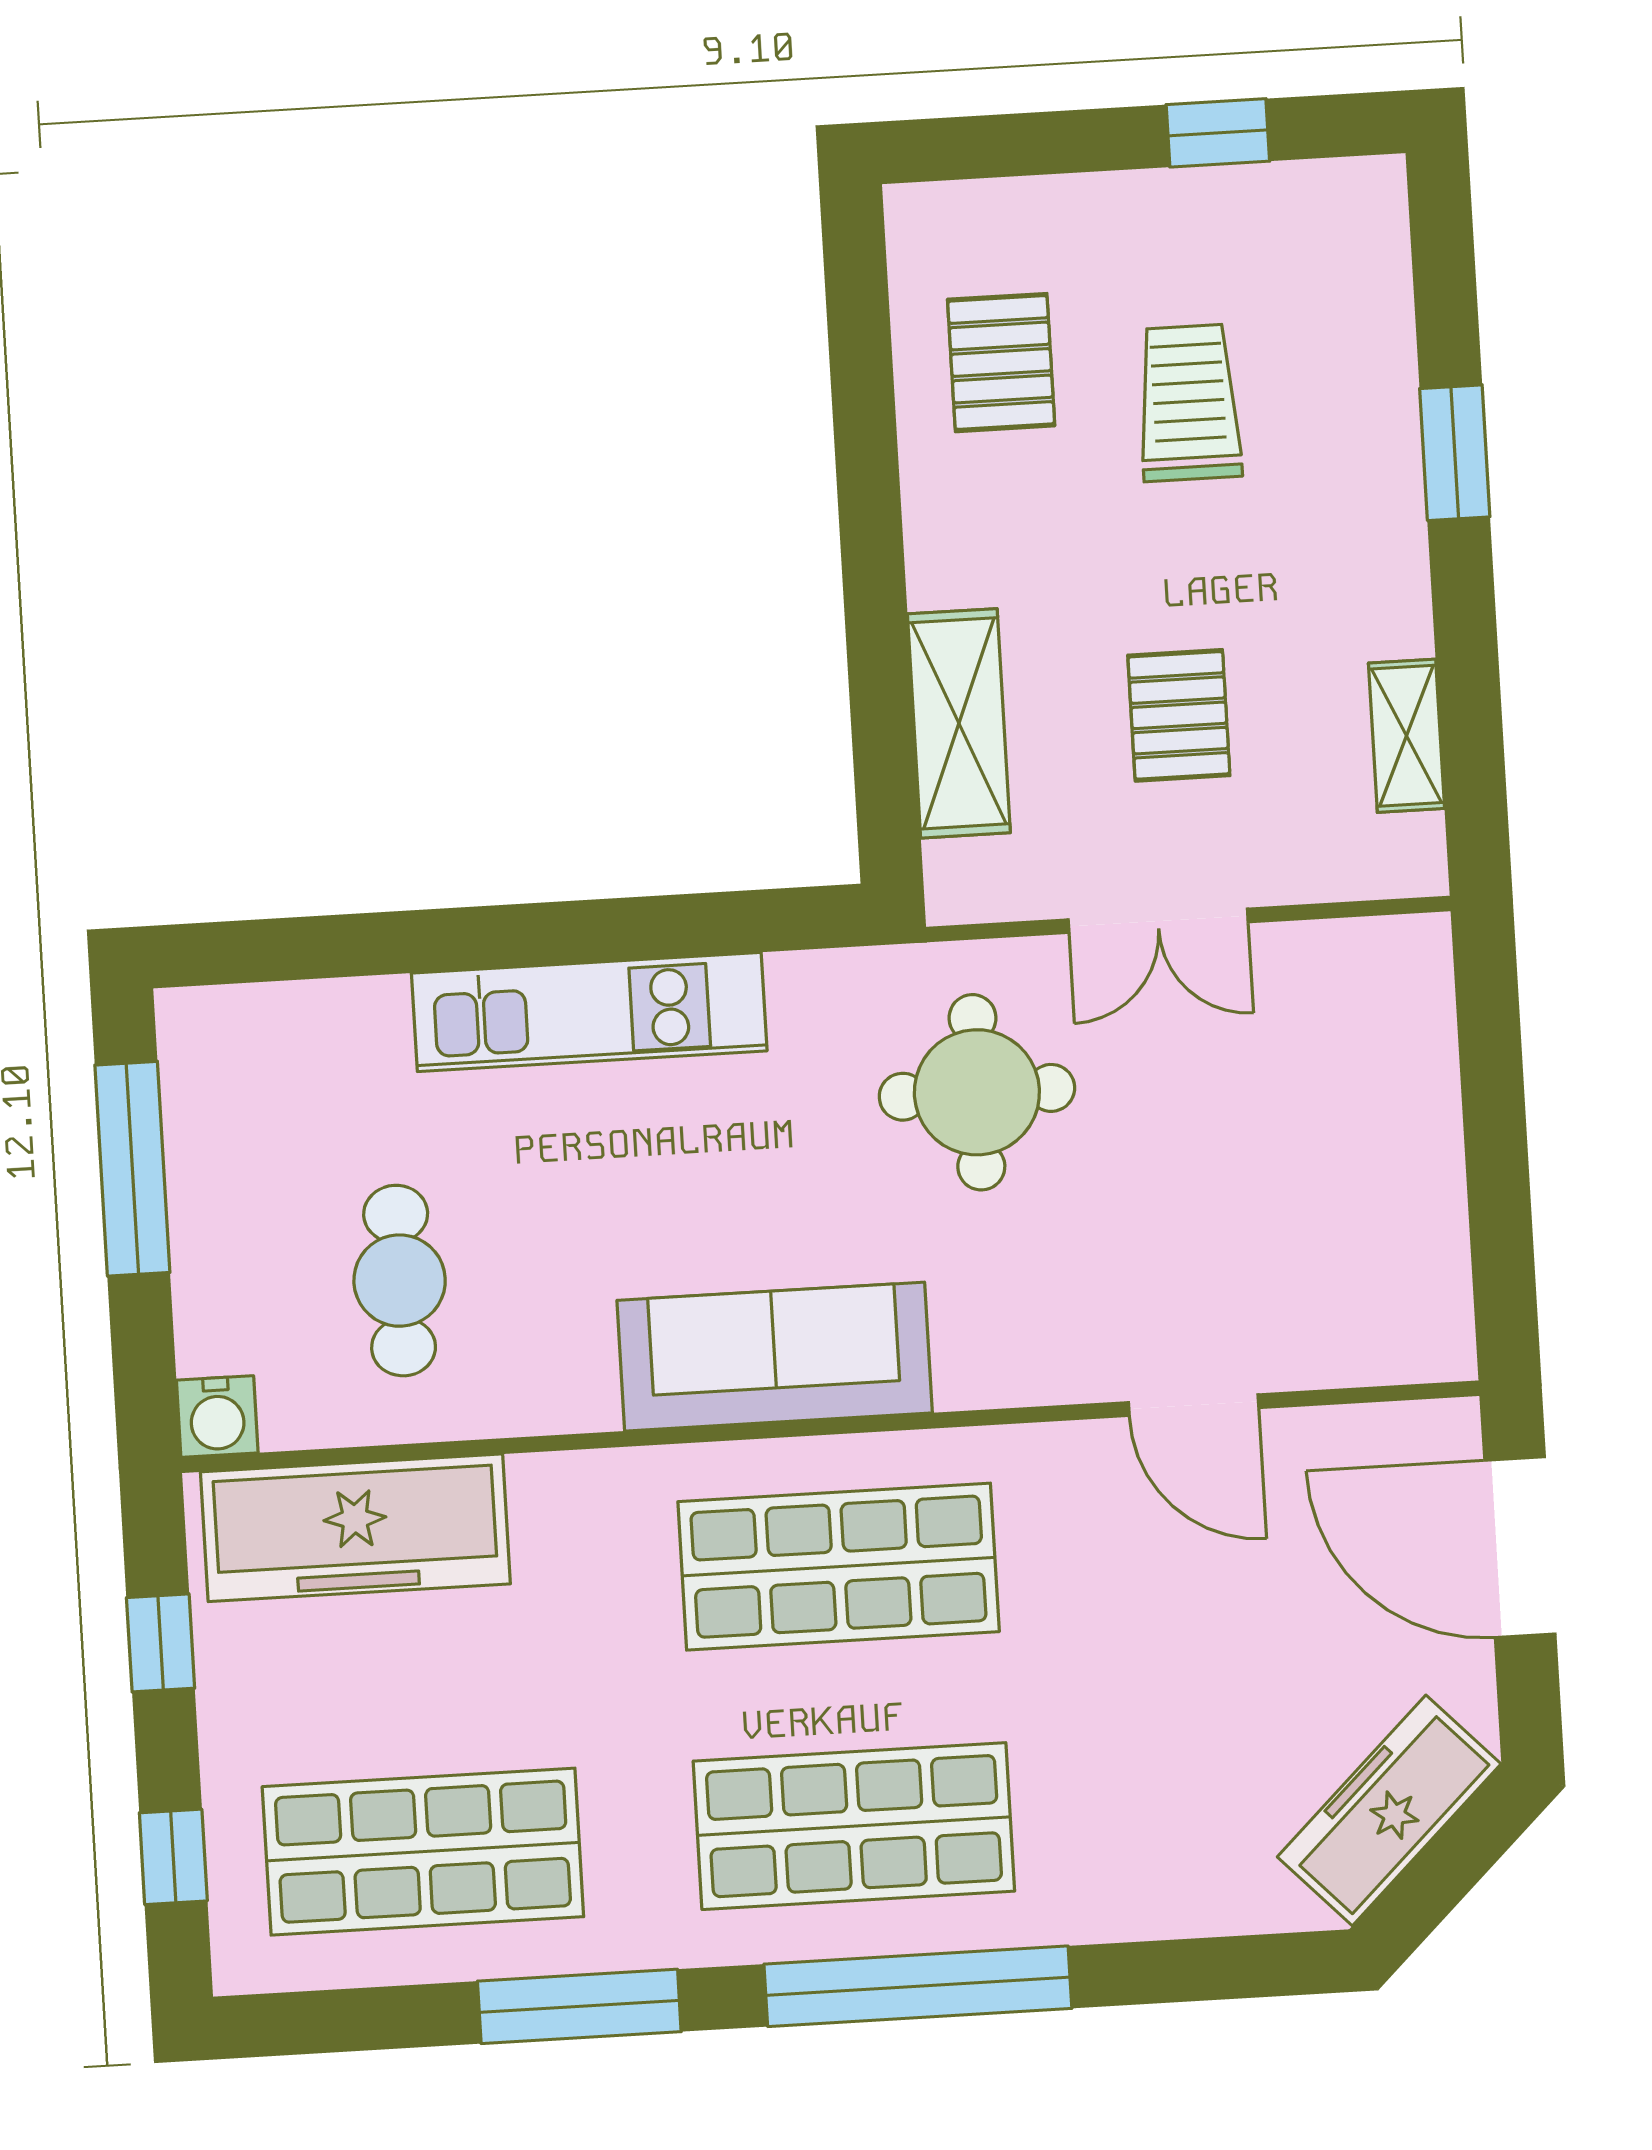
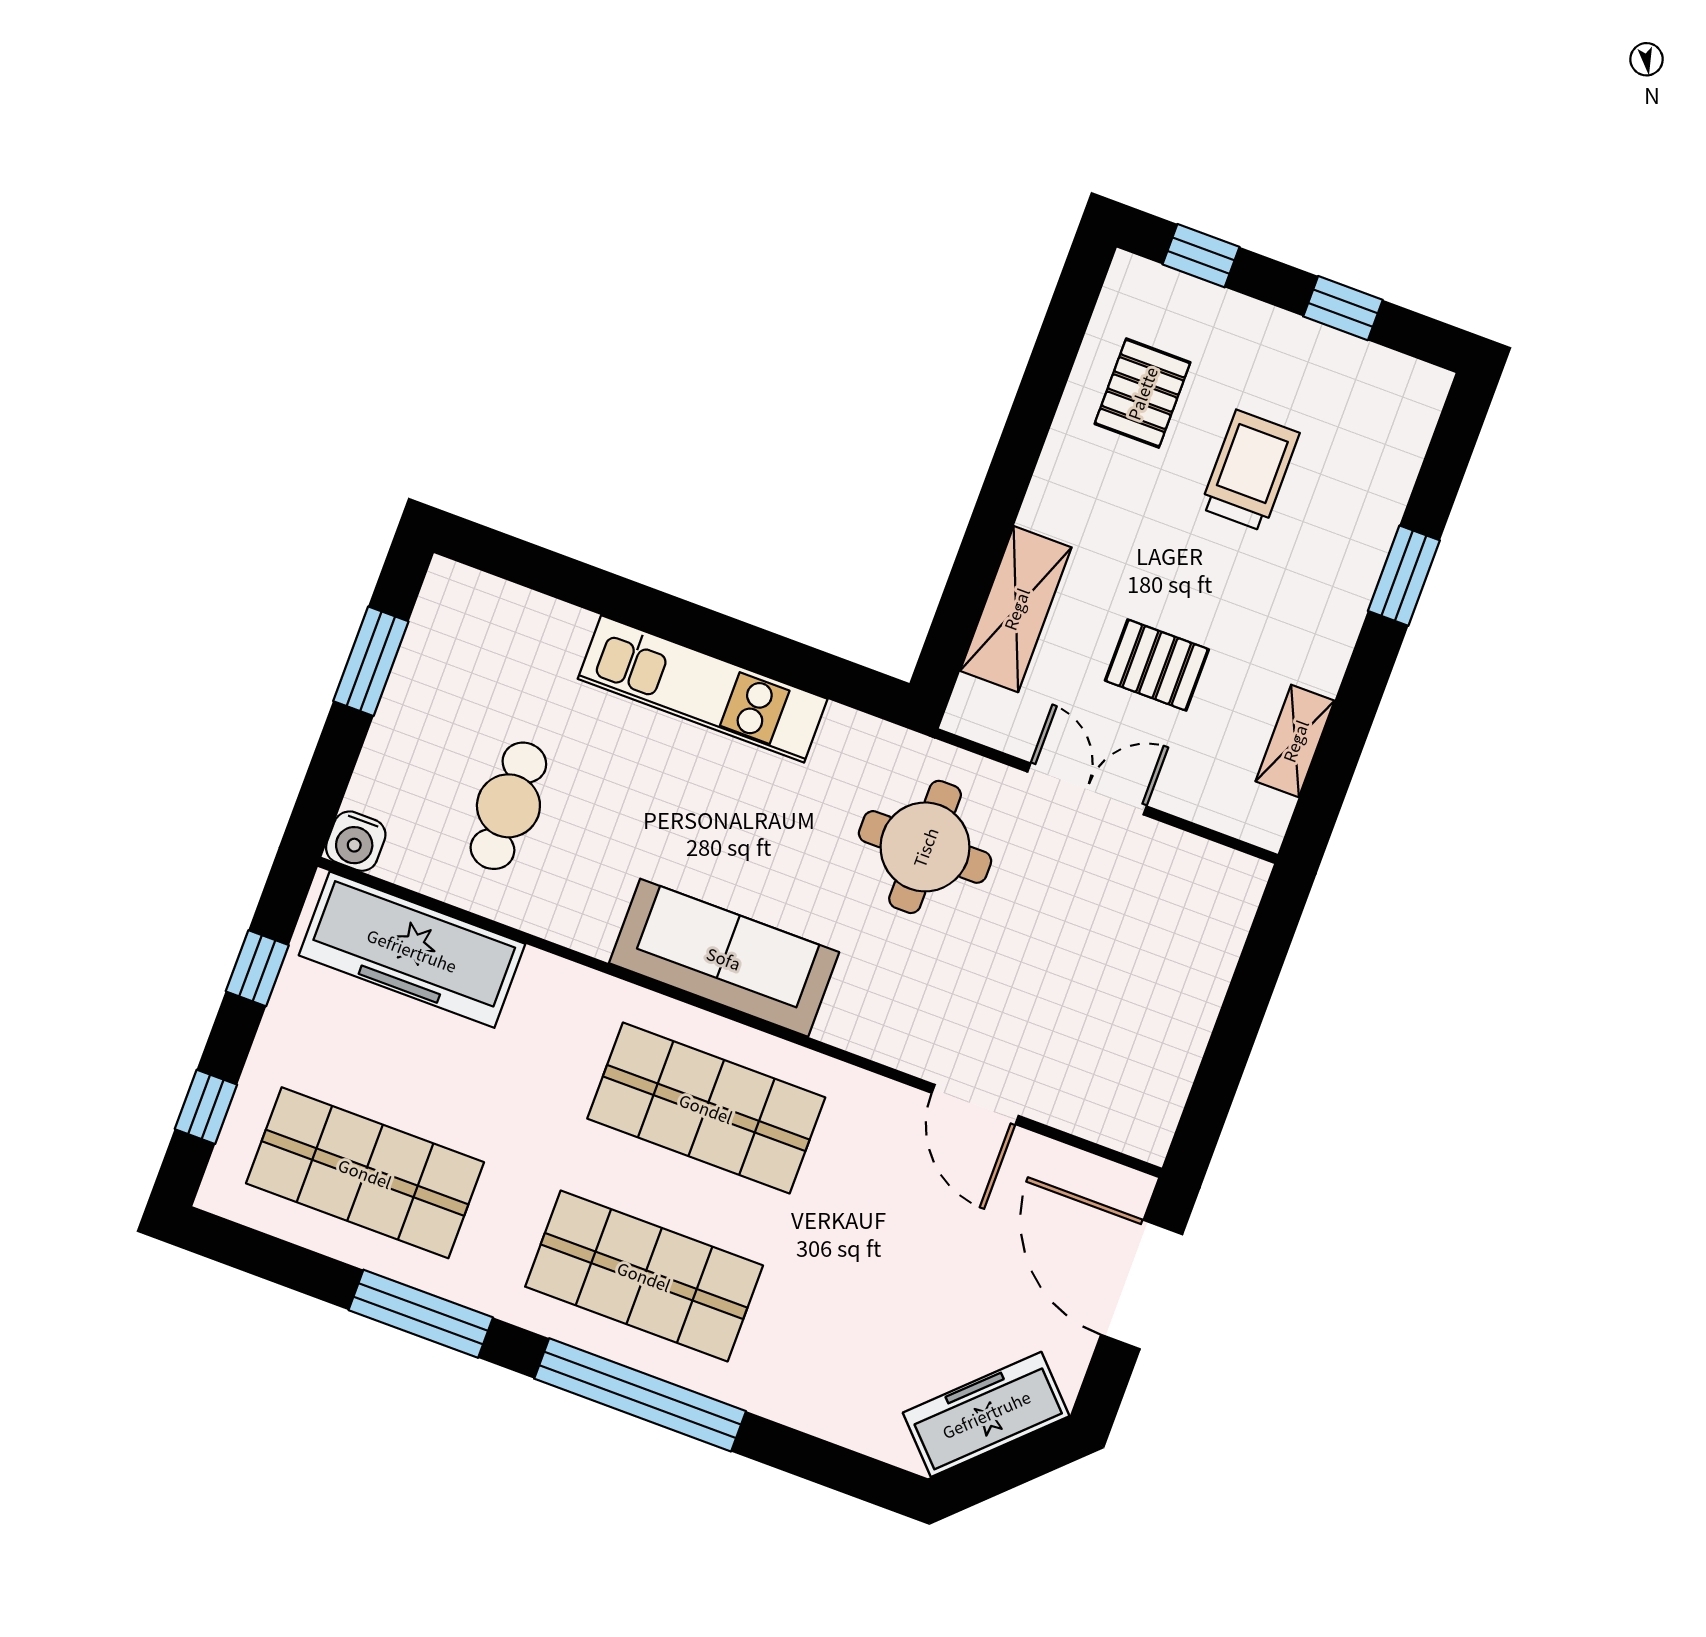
window: (999, 146) -> (1201, 256), added
pallet: (1179, 715) -> (1157, 665), turned 90
double door: (1158, 921) -> (1087, 789), swing flipped
window: (132, 1169) -> (371, 661), width x0.69

